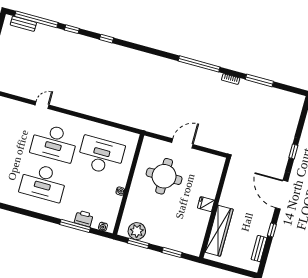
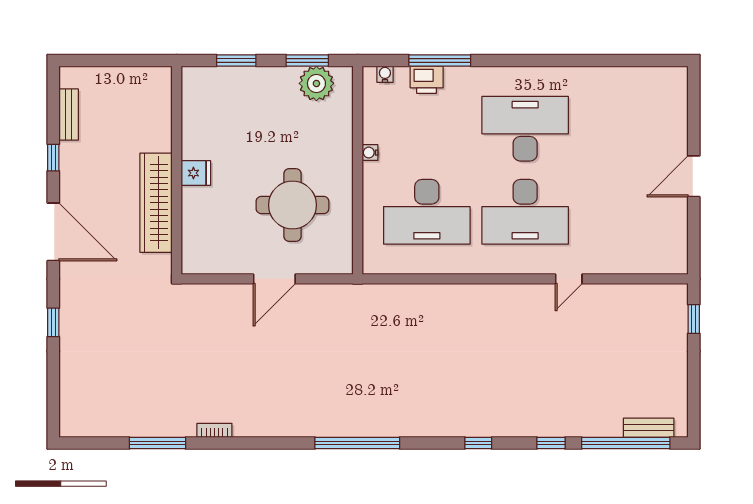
window: (199, 64) -> (357, 443), moved
desk: (54, 143) -> (525, 212), turned 180
wardrobe: (219, 231) -> (156, 203), moved

